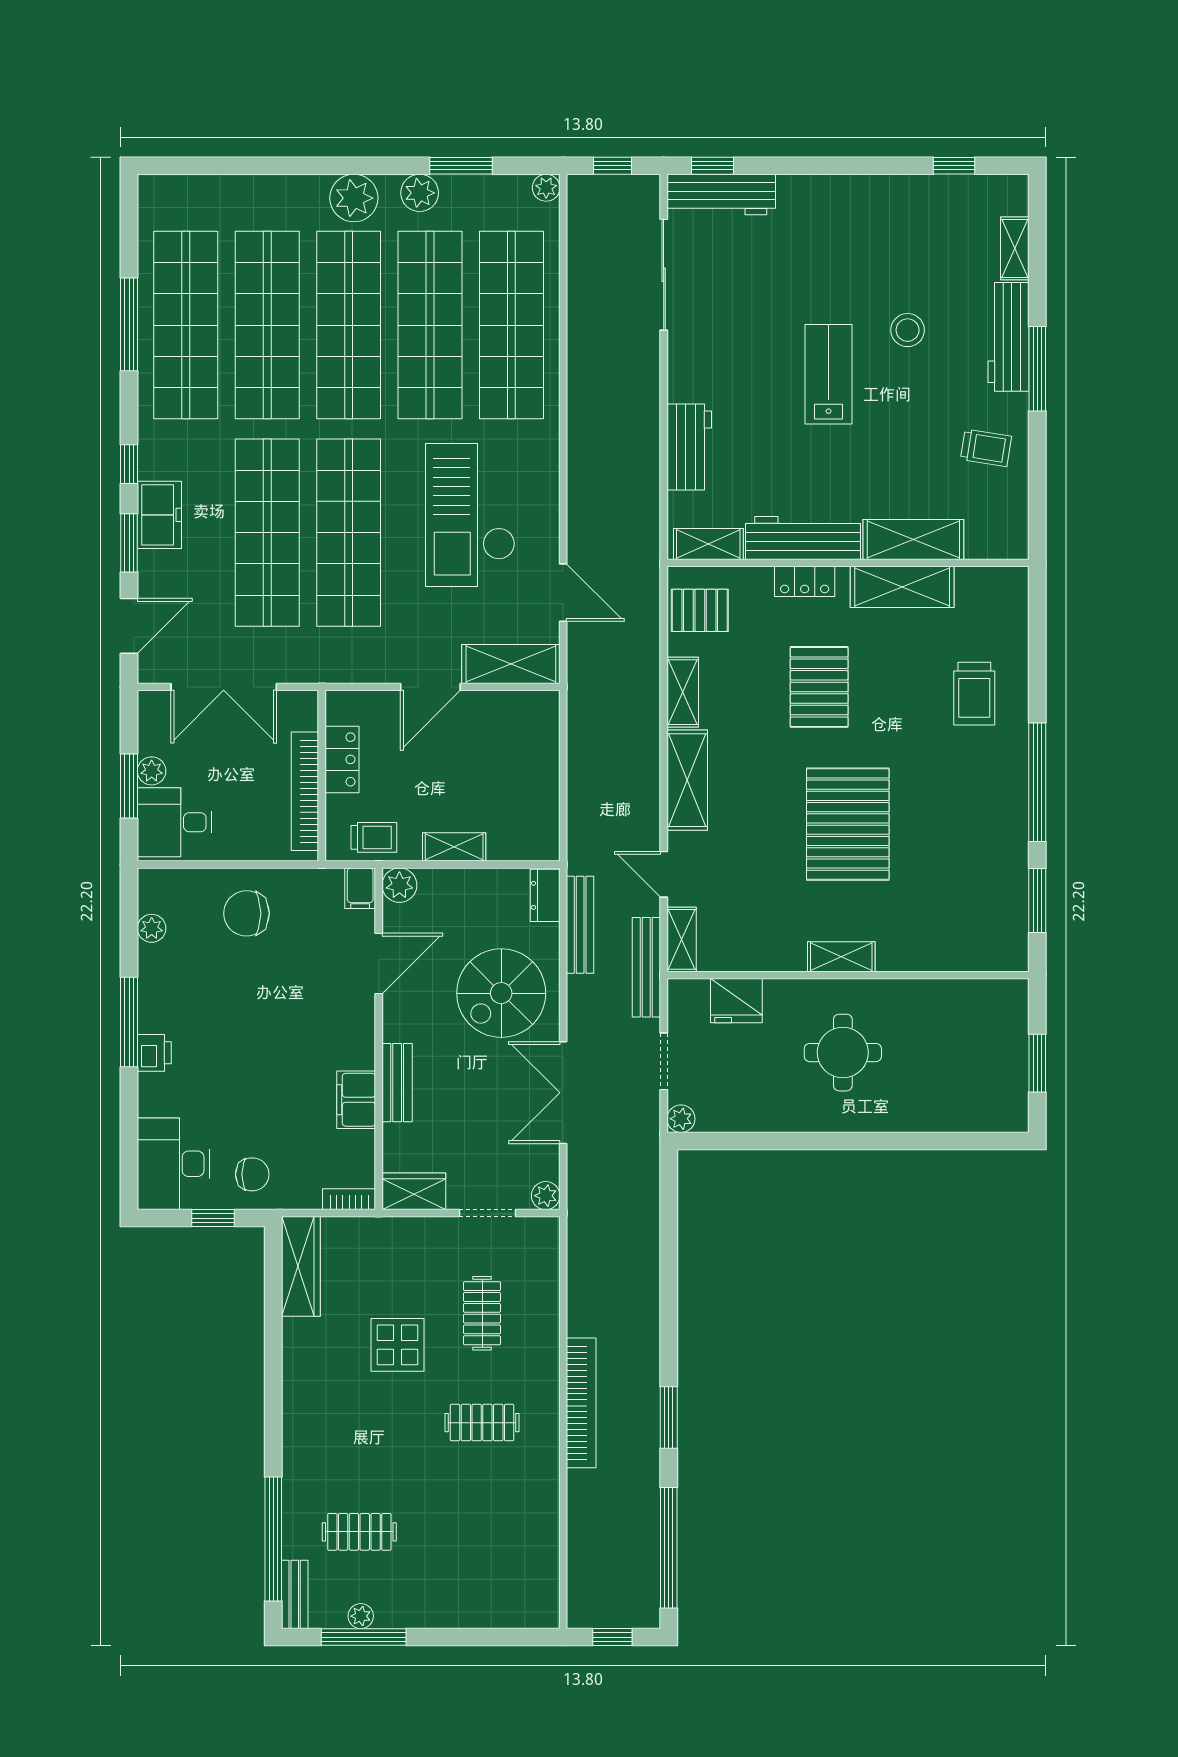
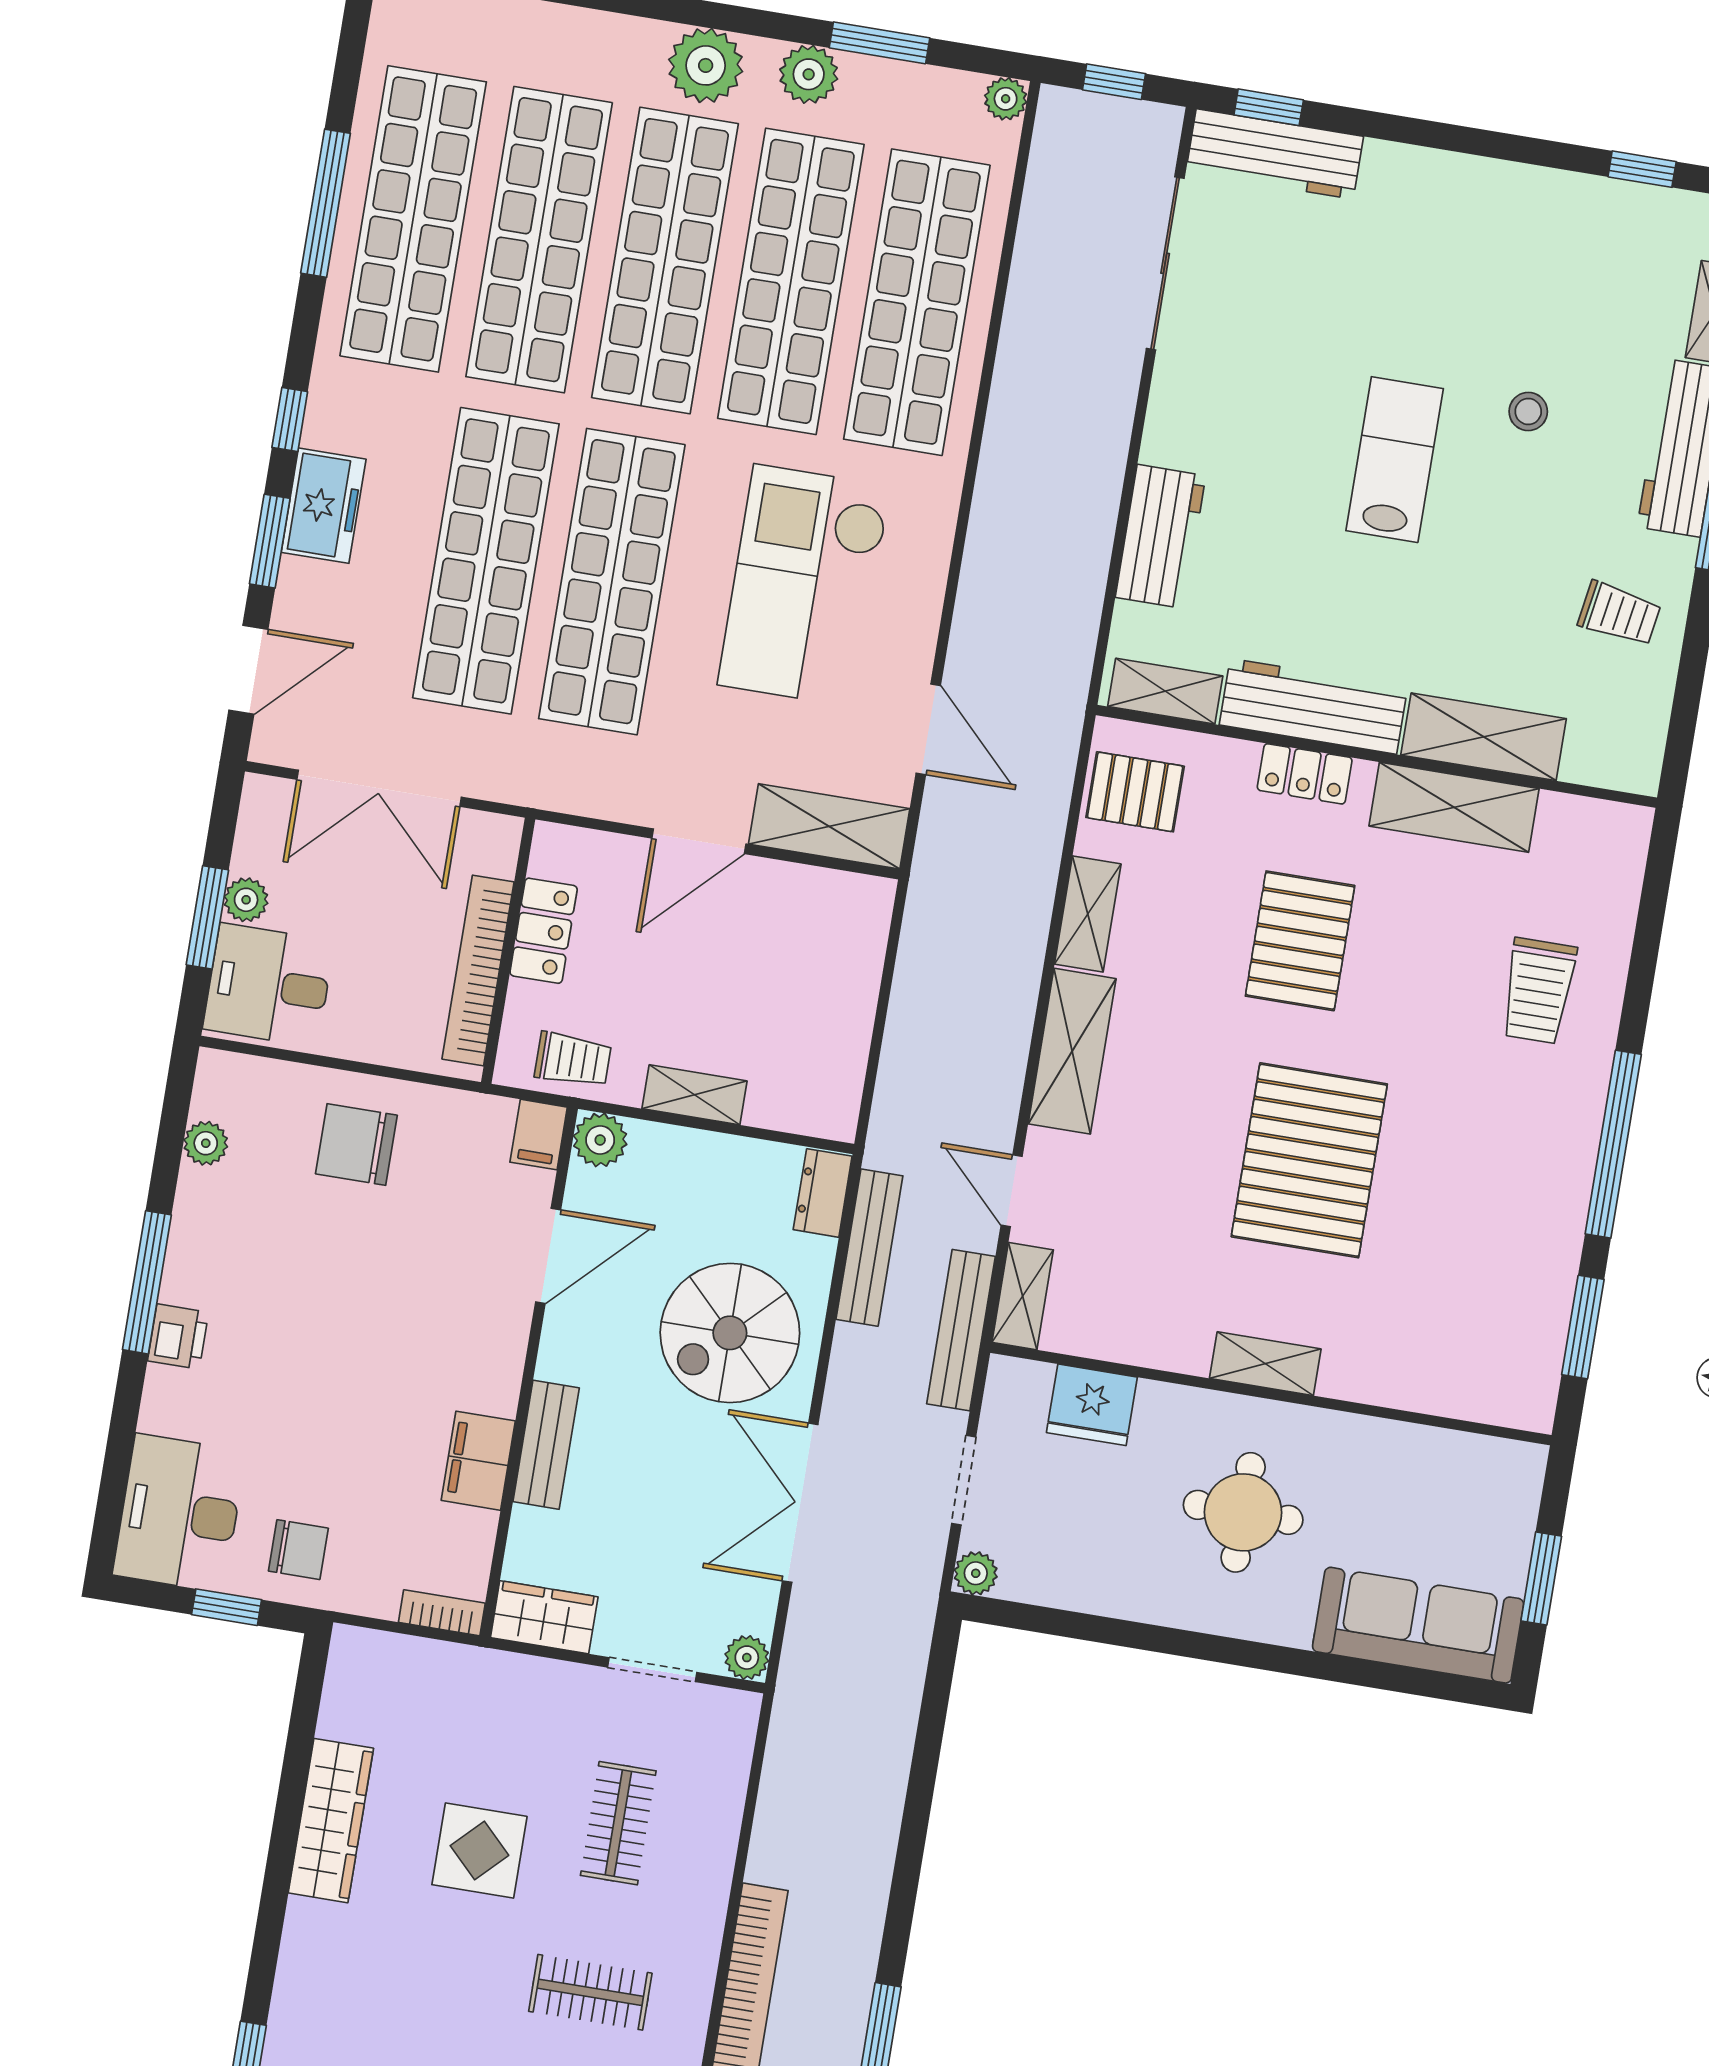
stool: (908, 330) -> (1528, 411), width x0.73, depth x0.73
sofa: (965, 1105) -> (1418, 1625), added
wardrobe: (301, 1266) -> (331, 1821), moved

